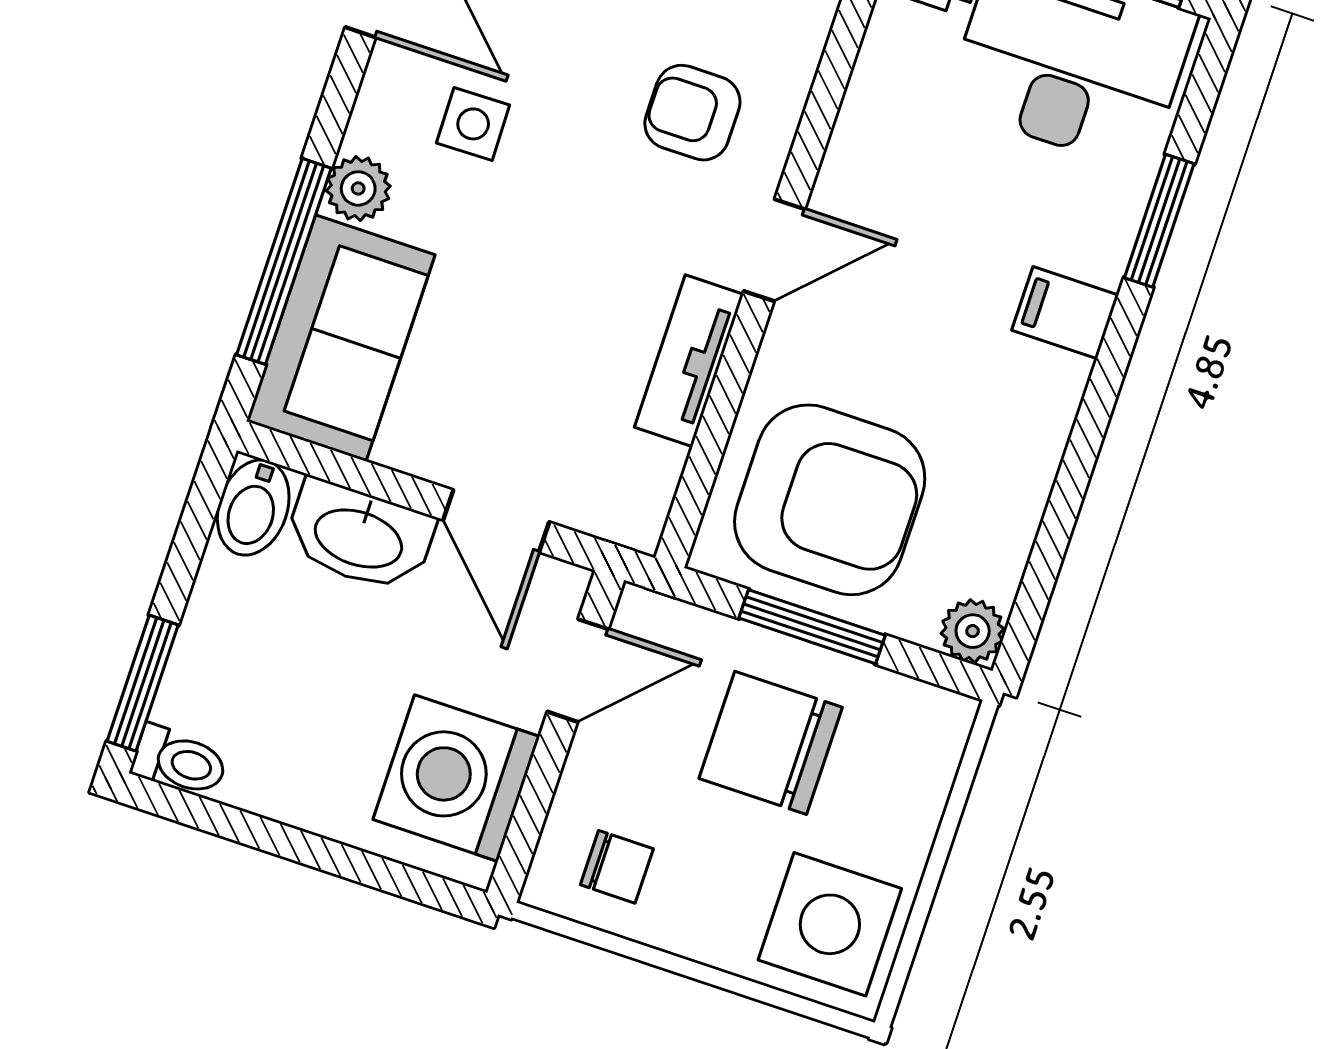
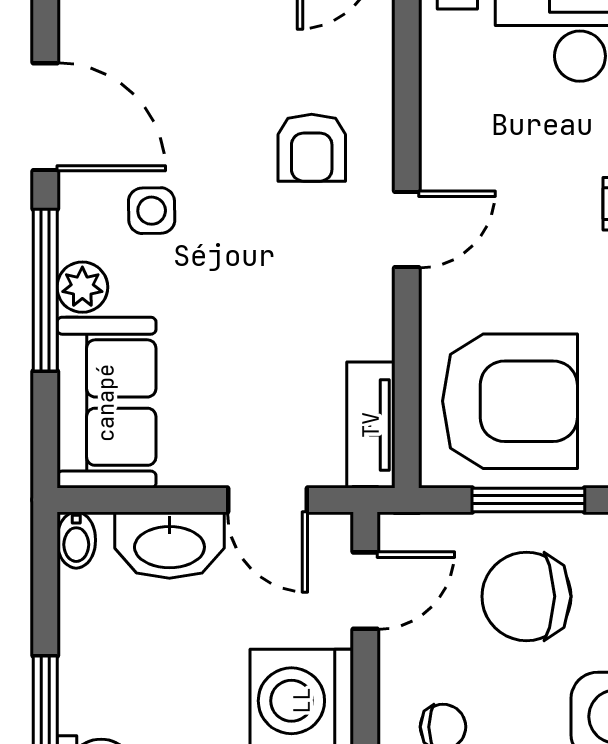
armchair: (692, 113) -> (312, 148), turned -90
window: (284, 261) -> (45, 290), moved
tv unit: (689, 361) -> (371, 425), moved
bidet: (253, 507) -> (76, 540), width x0.72, depth x0.74

